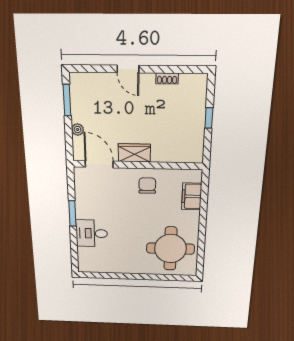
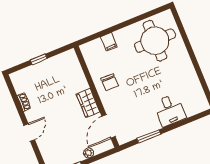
chair: (147, 186) -> (110, 82), turned -90
filing cabinet: (192, 196) -> (109, 42), width x0.50
window: (72, 213) -> (149, 136), moved

